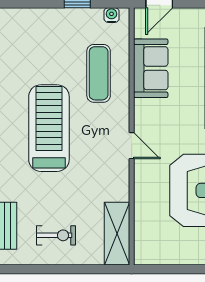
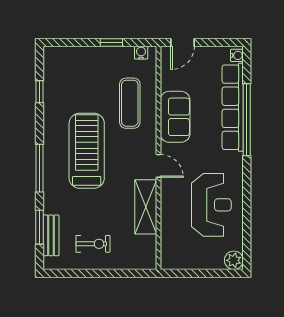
sofa: (151, 68) -> (175, 117), moved
shelving: (117, 234) -> (146, 207), moved

